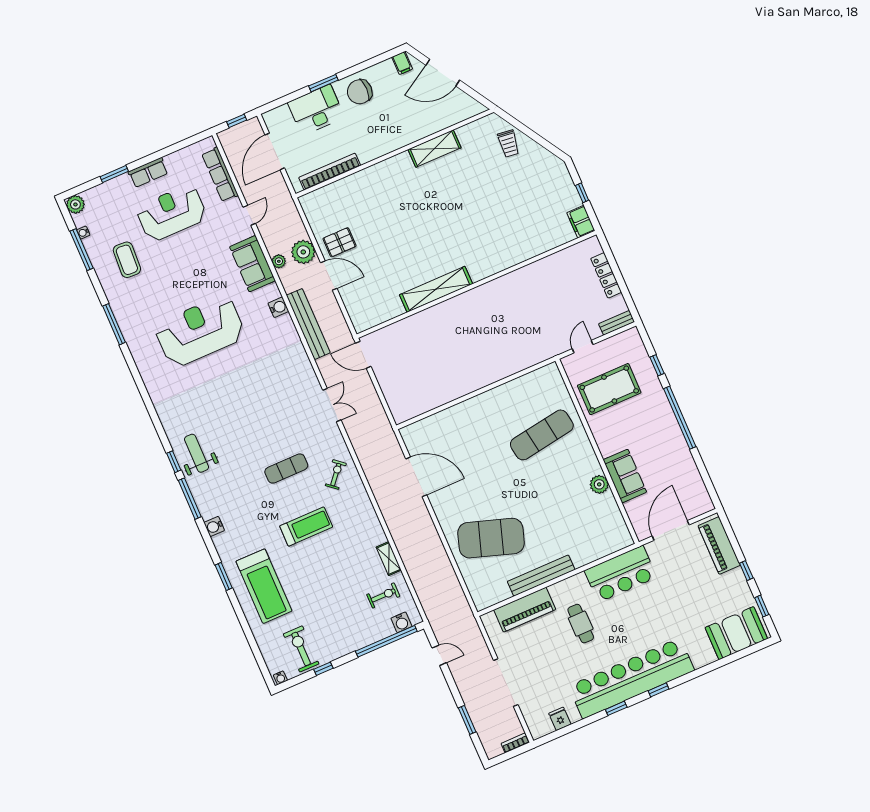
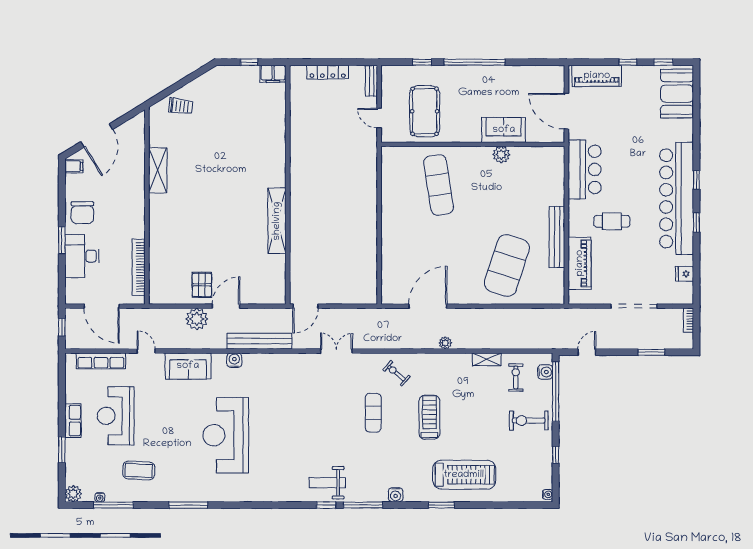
plant: (279, 261) -> (445, 343), moved
exercise bike: (301, 649) -> (529, 421), moved

